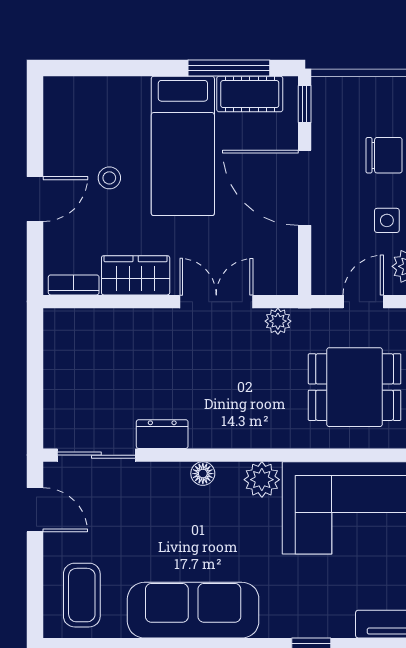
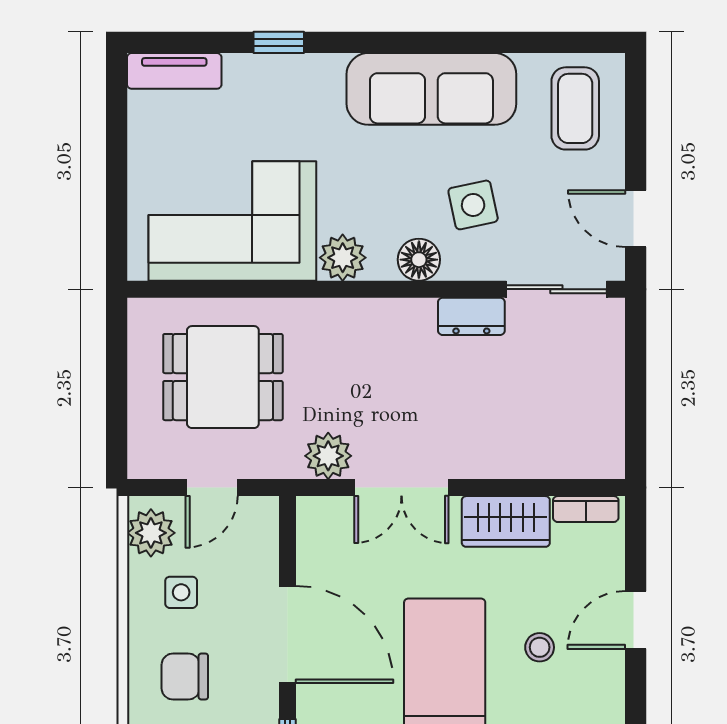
plant: (278, 321) -> (328, 456), width x1.38, depth x1.38
floor lamp: (203, 474) -> (419, 260), width x1.37, depth x1.37
side table: (161, 520) -> (473, 205), added

